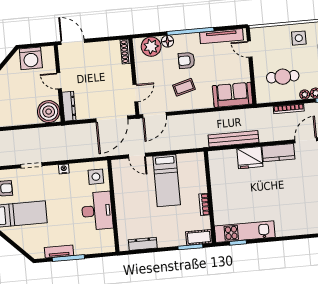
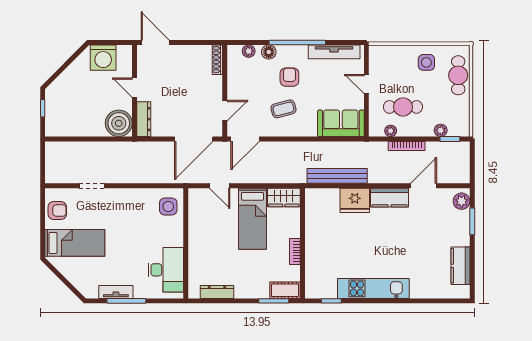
plant: (151, 47) -> (249, 51), width x0.53, depth x0.53
door: (250, 49) -> (366, 84), moved
armchair: (187, 60) -> (289, 77), turned 90
plant: (305, 95) -> (391, 131), moved
wardrobe: (191, 161) -> (284, 197), added
nightstand: (64, 169) -> (131, 194), removed
desk: (97, 211) -> (166, 270), moved
kitchen unit: (245, 232) -> (373, 288), moved

